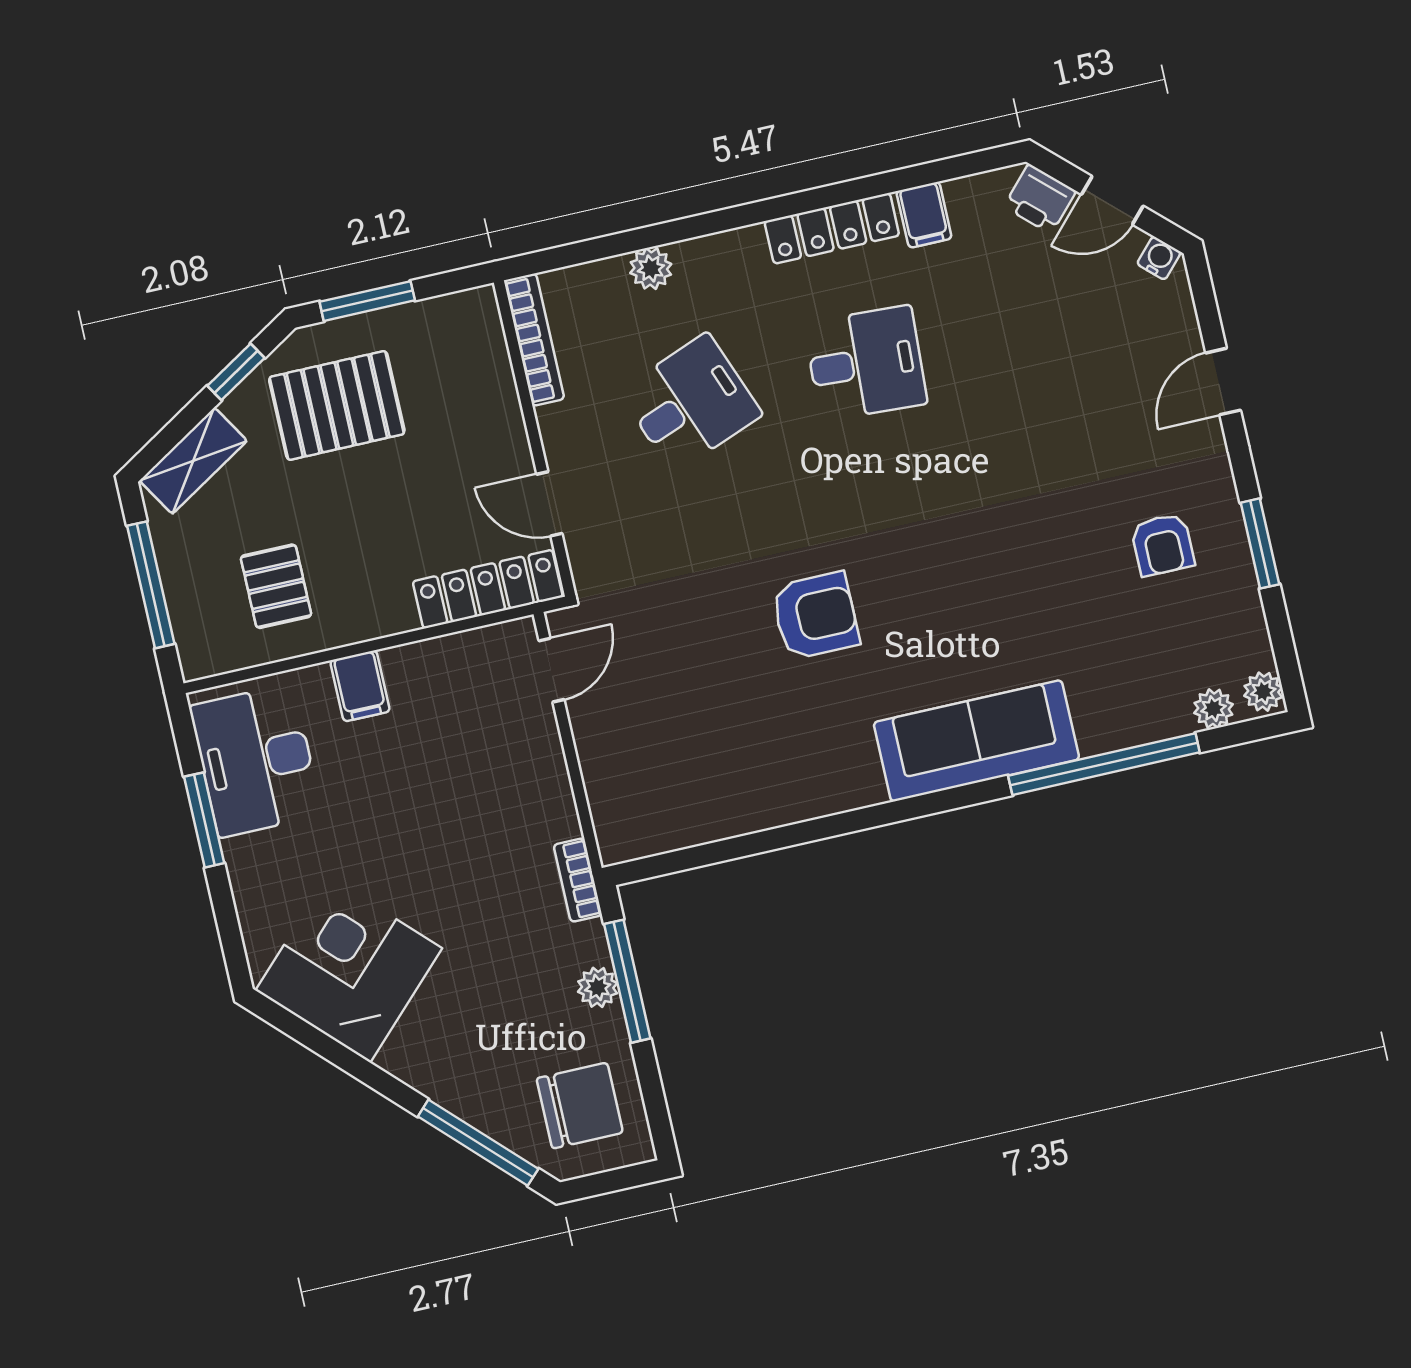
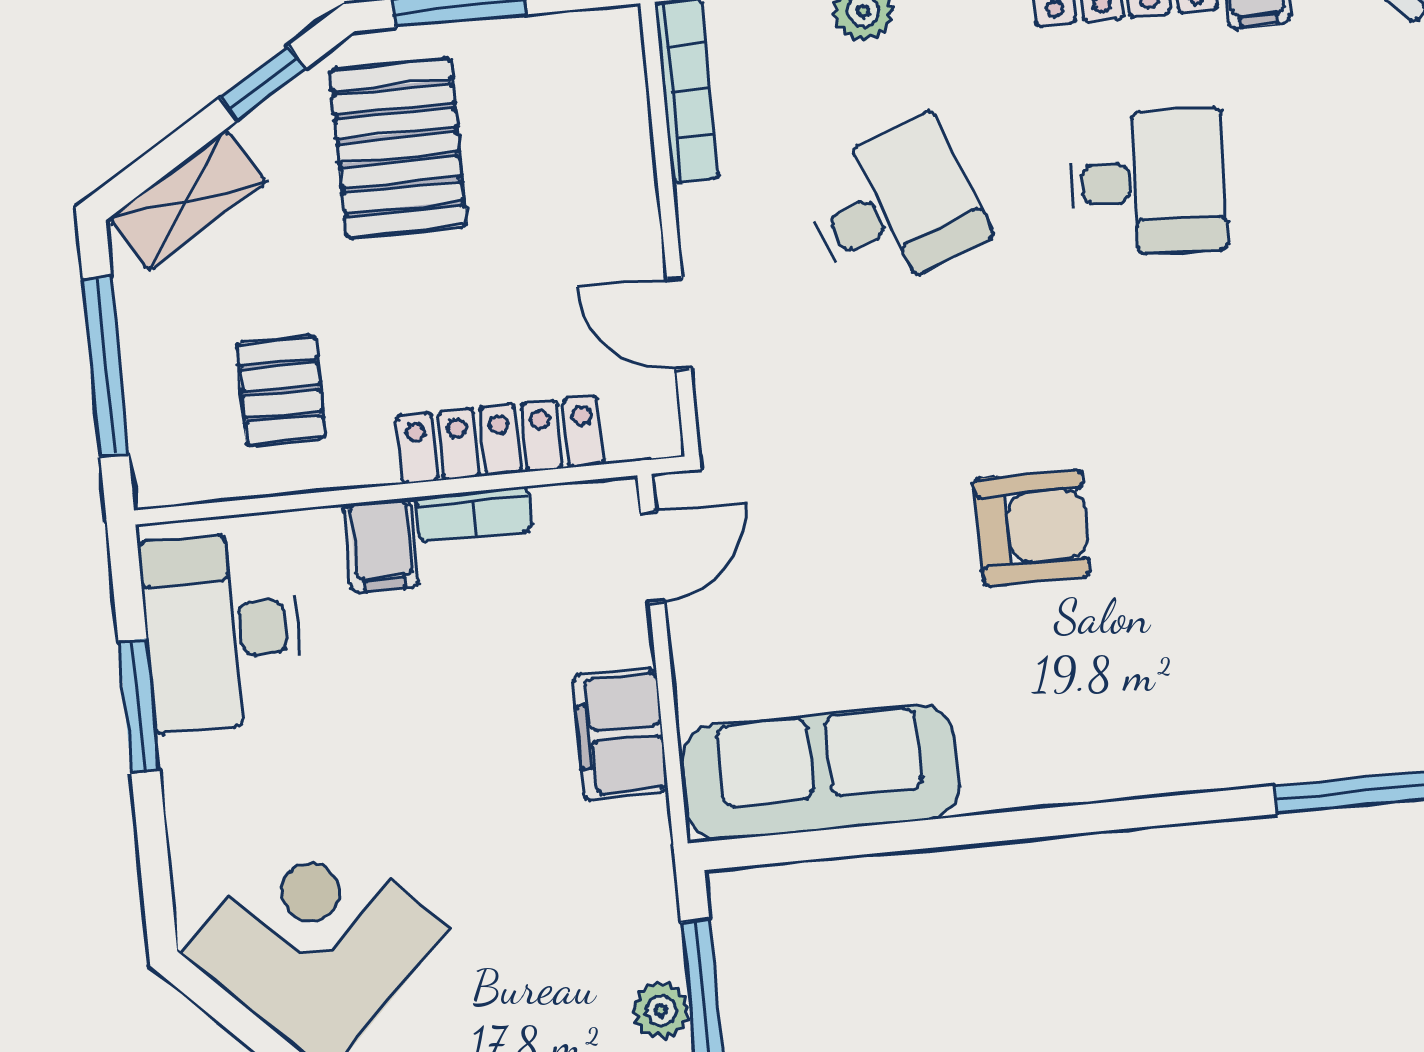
pallet: (337, 405) -> (398, 148), turned 90
locker: (488, 589) -> (500, 440), moved
sofa: (976, 741) -> (820, 772), moved
filing cabinet: (545, 797) -> (621, 734), added
bookcase: (578, 880) -> (474, 514), moved, turned -90

